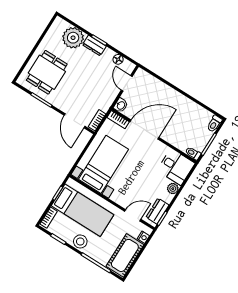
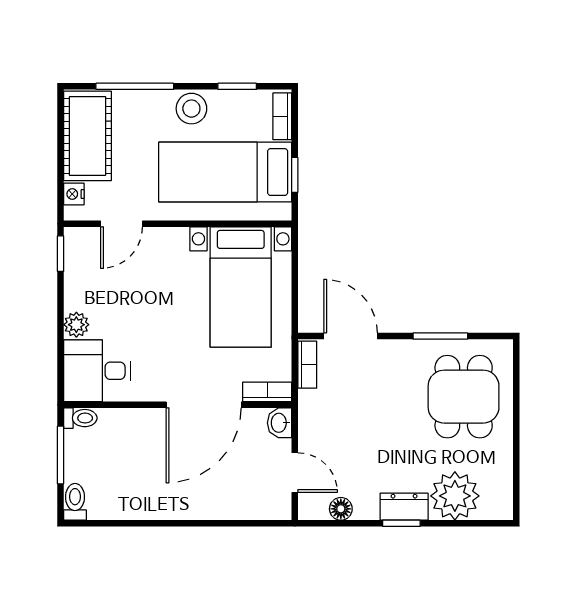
dresser: (157, 211) -> (79, 262), removed

